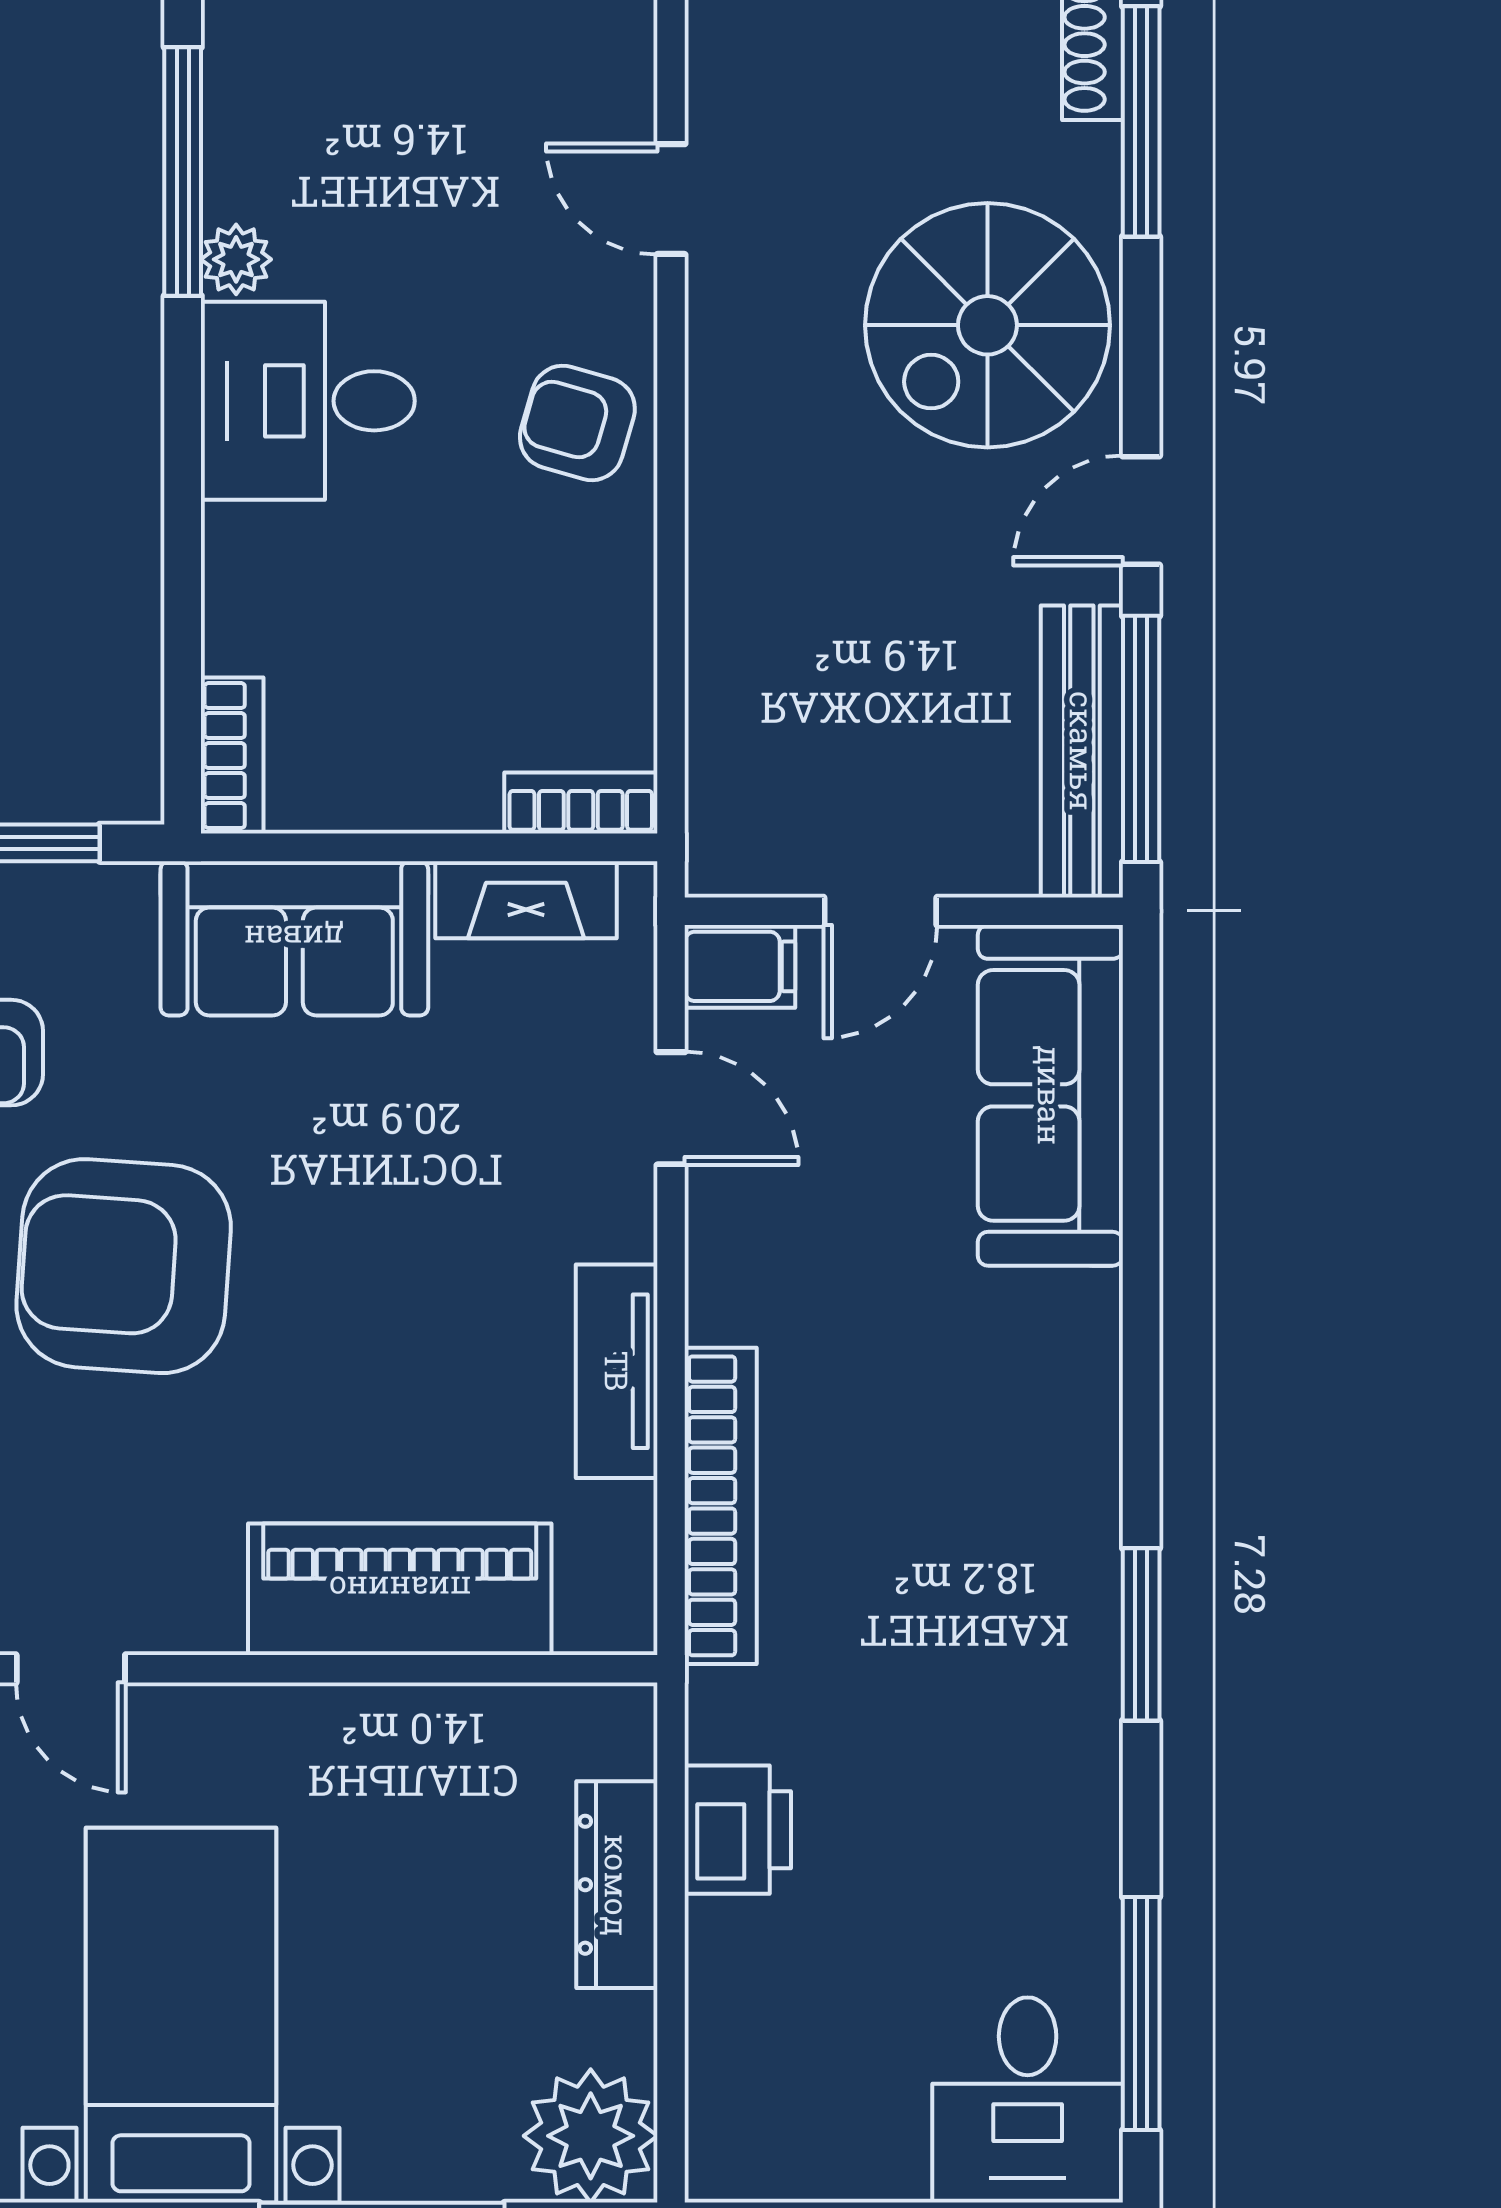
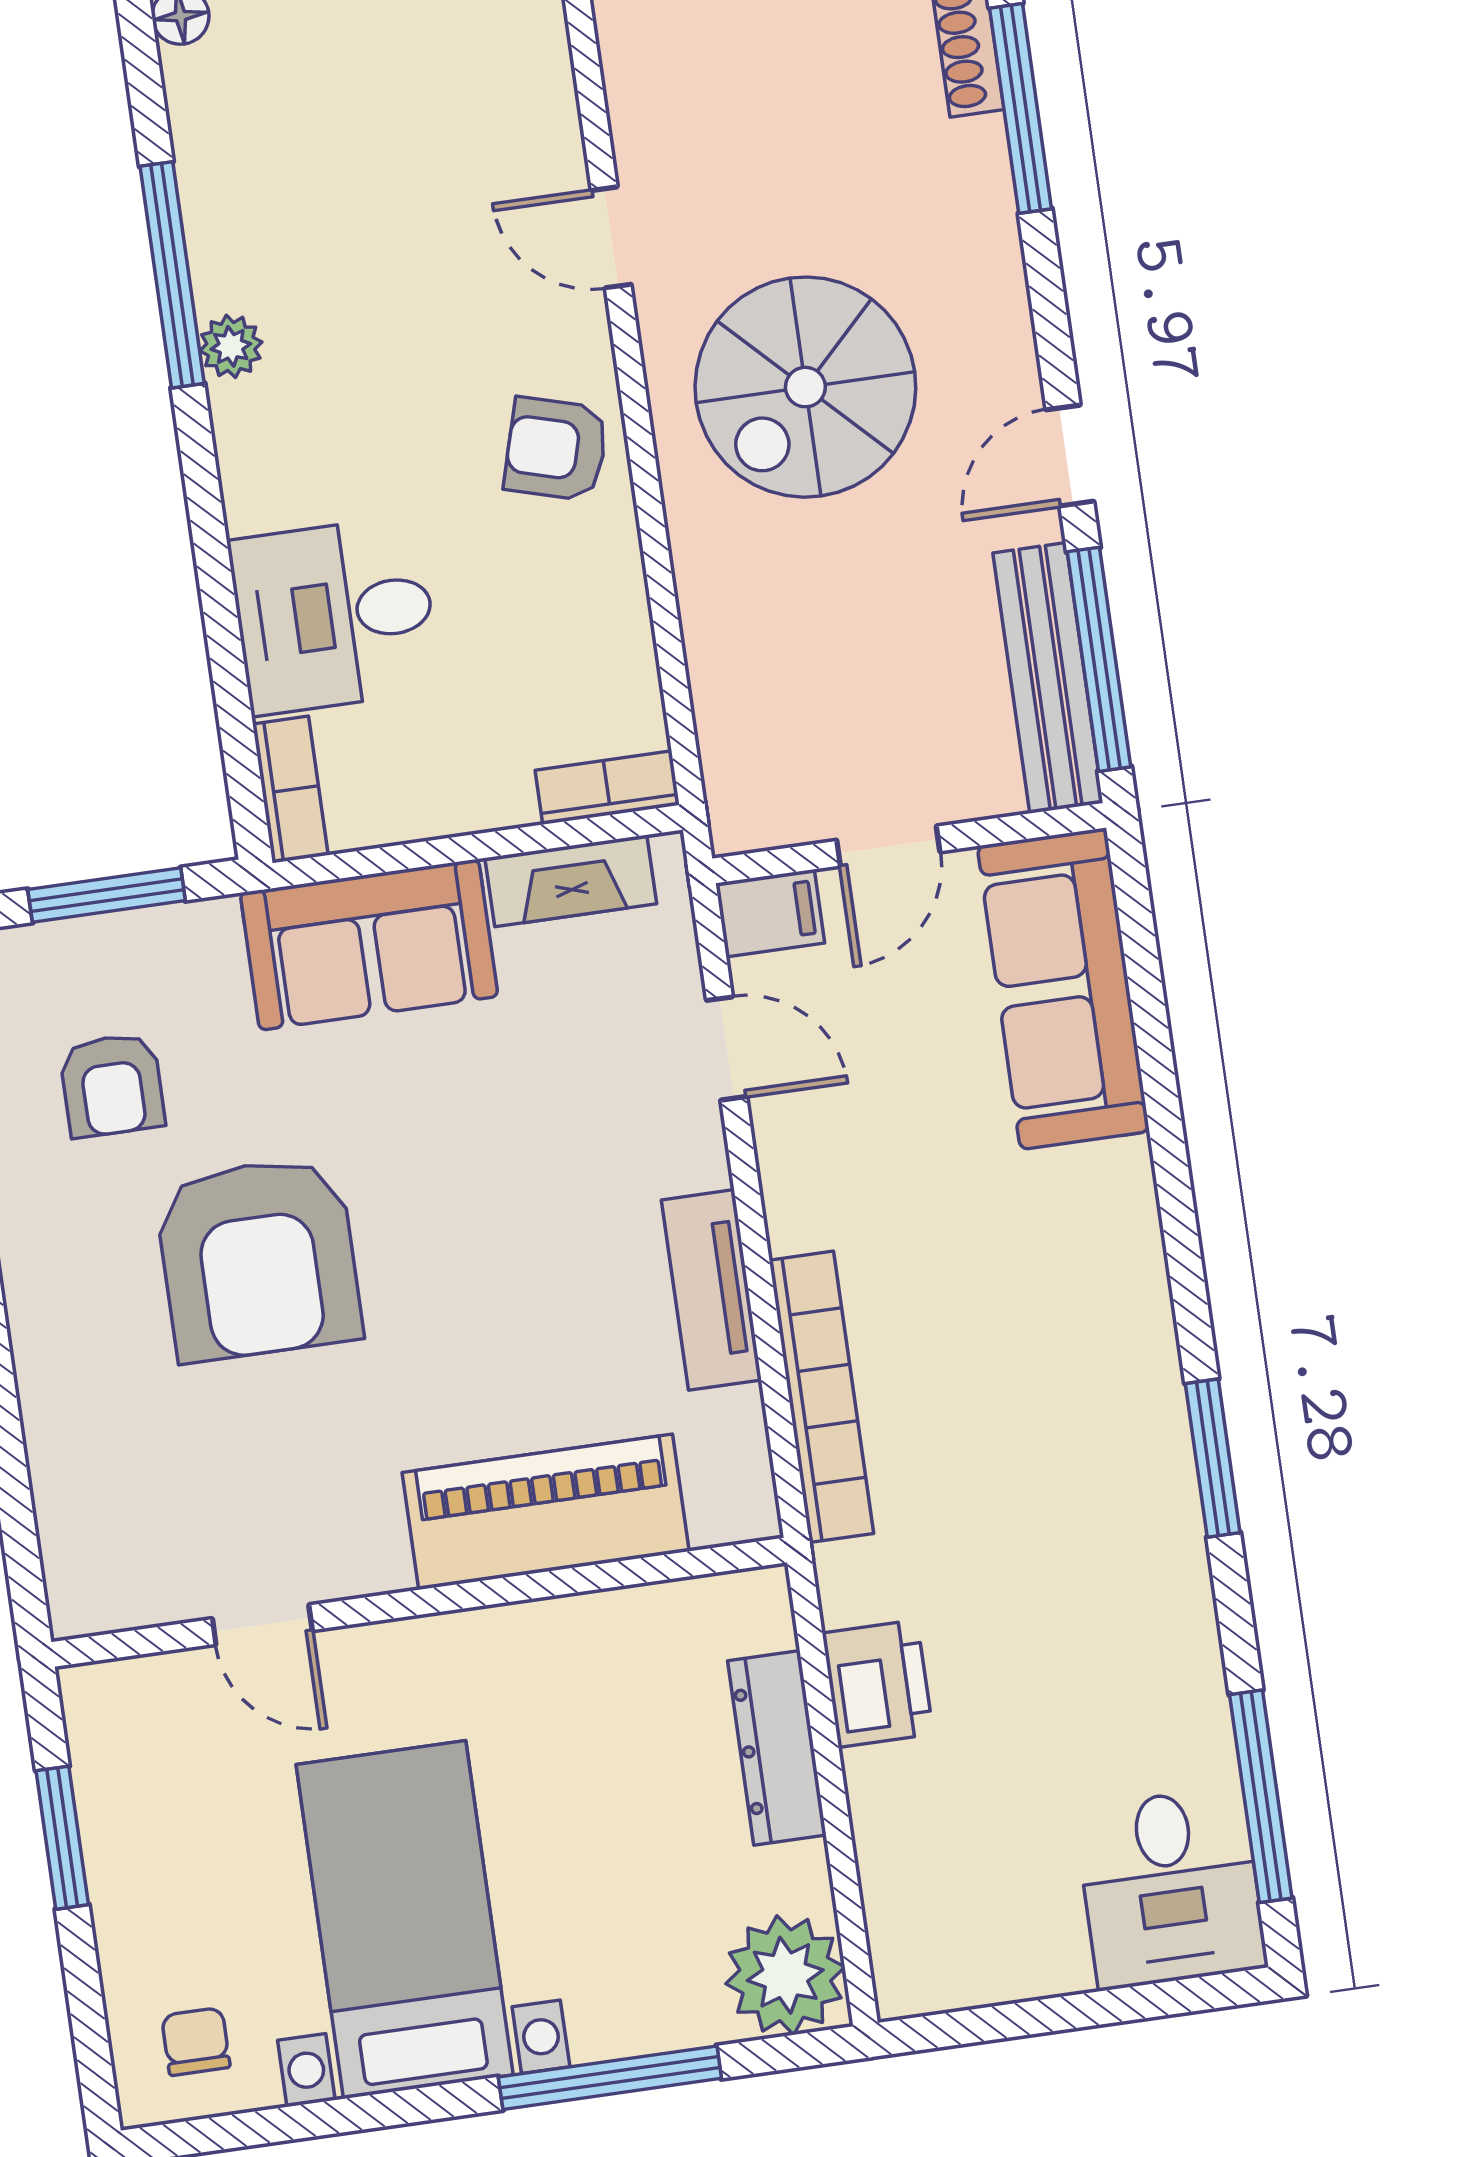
spiral stairs: (987, 325) -> (805, 387), moved
desk: (308, 401) -> (334, 615), moved
armchair: (124, 1266) -> (258, 1259), turned -94

